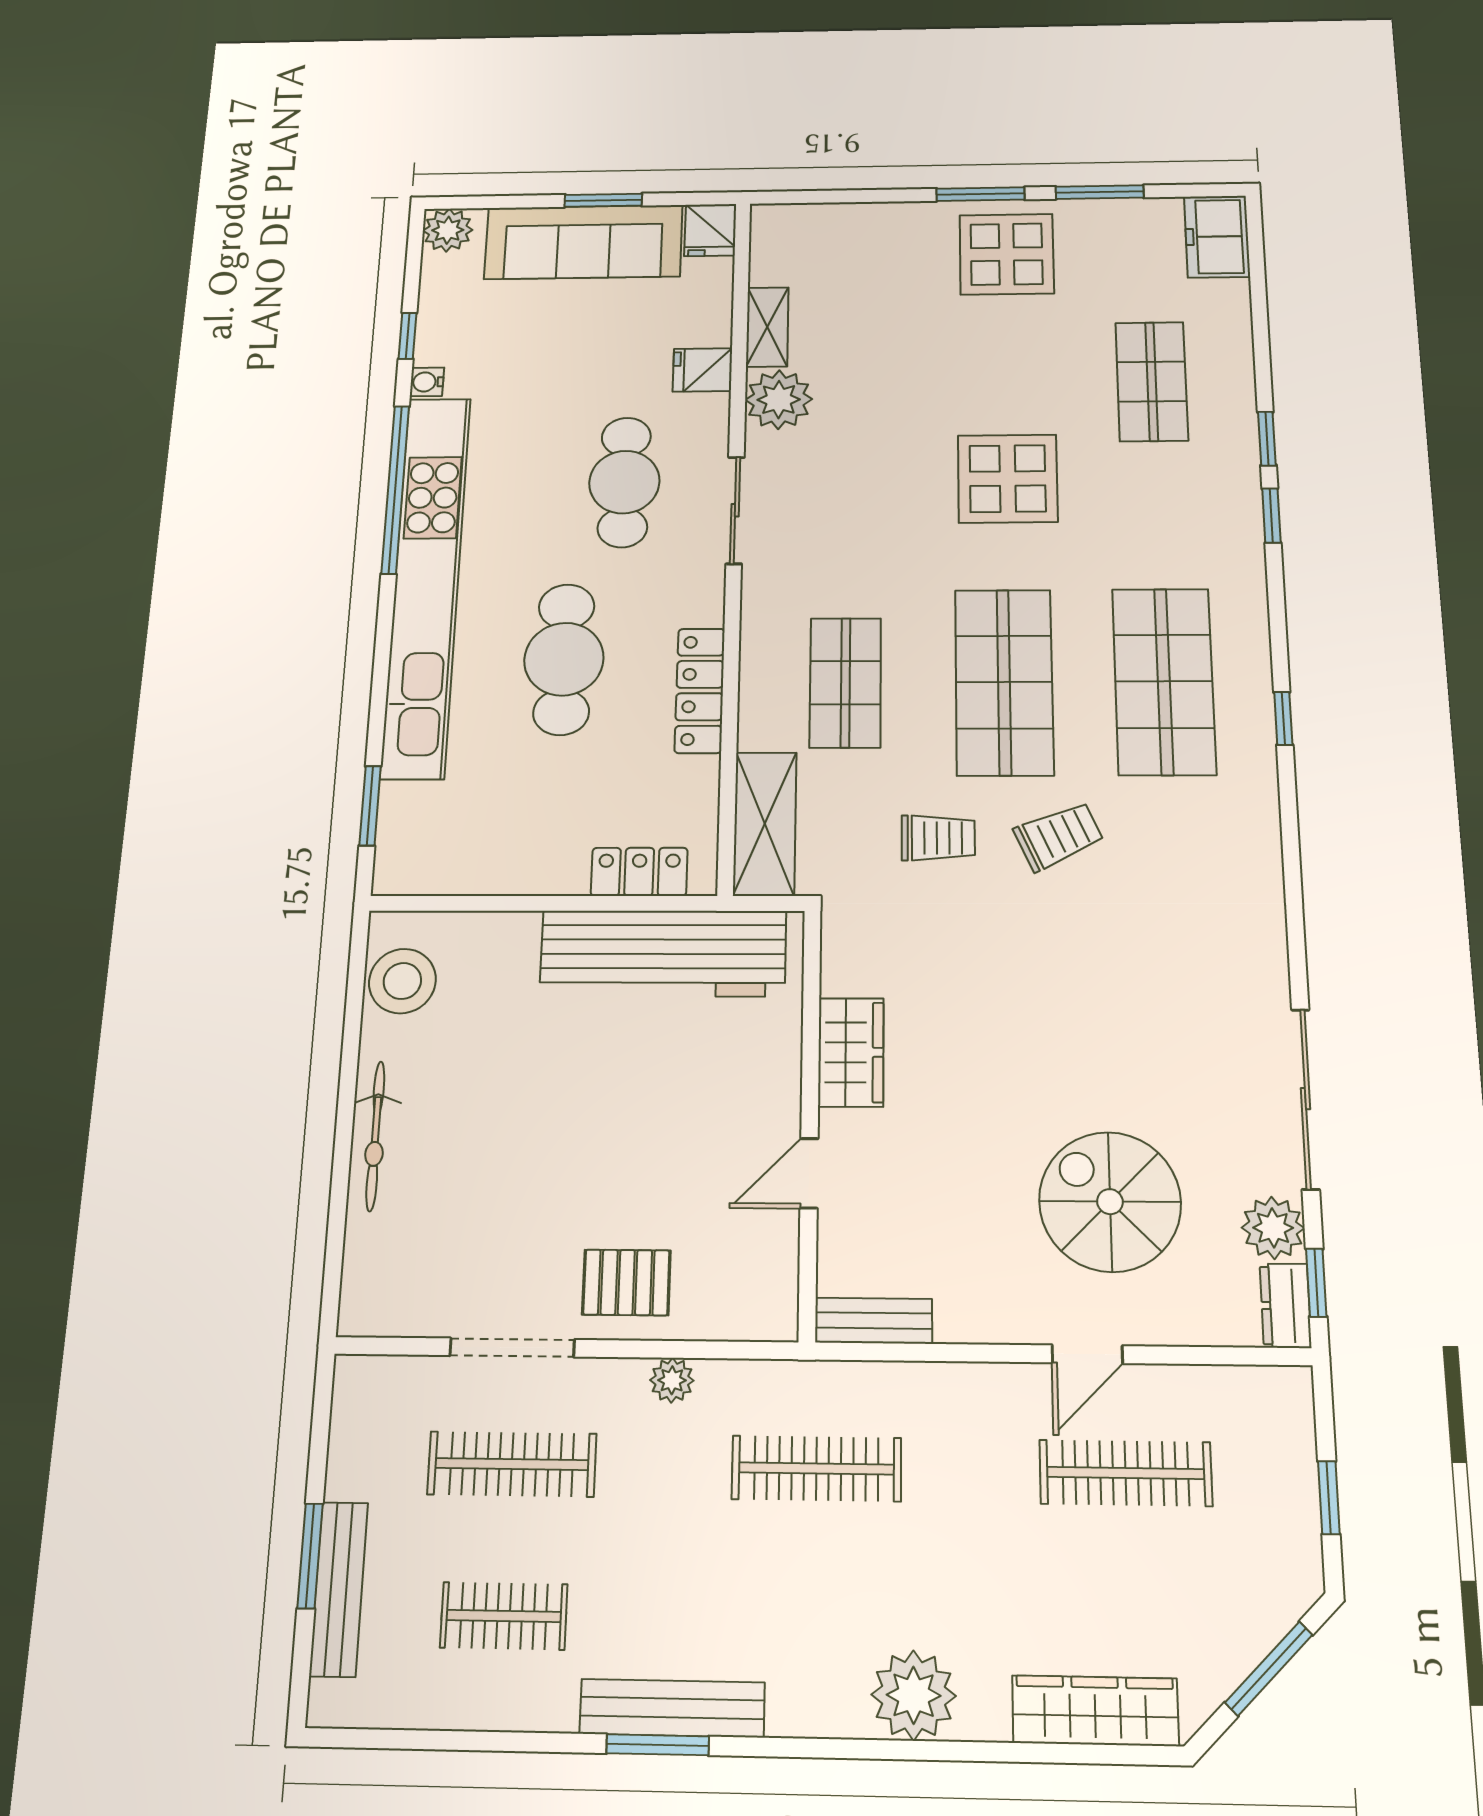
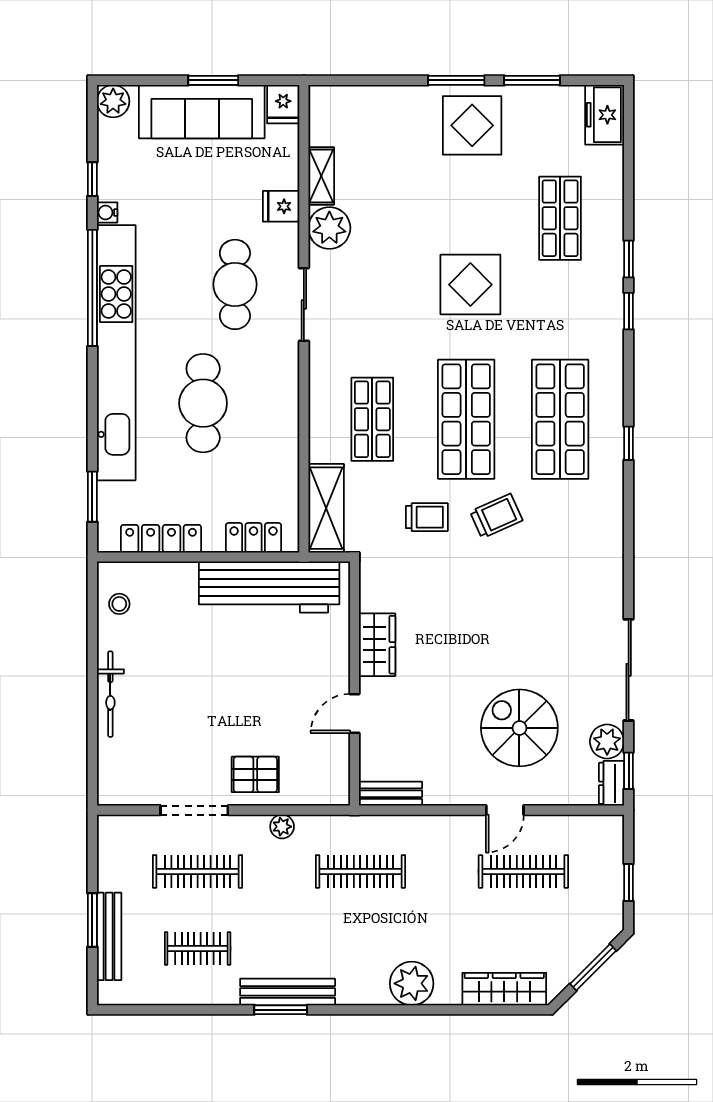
locker: (700, 691) -> (161, 539), moved, turned 90
stool: (402, 981) -> (119, 604), width x0.53, depth x0.53

